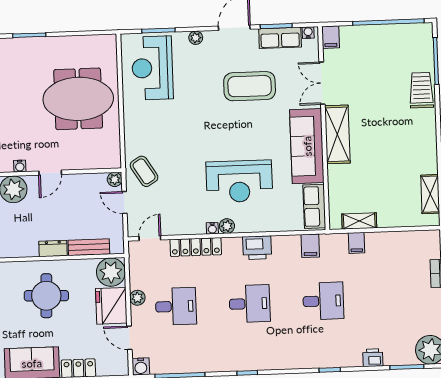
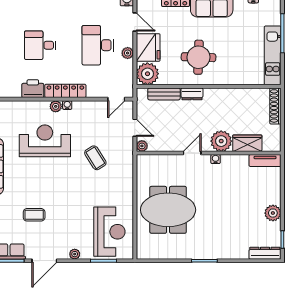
coffee table: (250, 86) -> (34, 215), width x0.54, depth x0.58
coffee table: (144, 171) -> (95, 158), moved
locker: (196, 247) -> (65, 91), moved
desk: (176, 306) -> (98, 45), width x1.37

